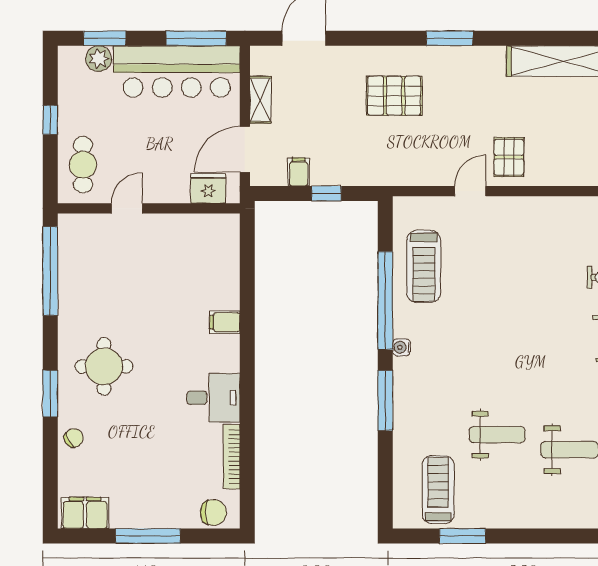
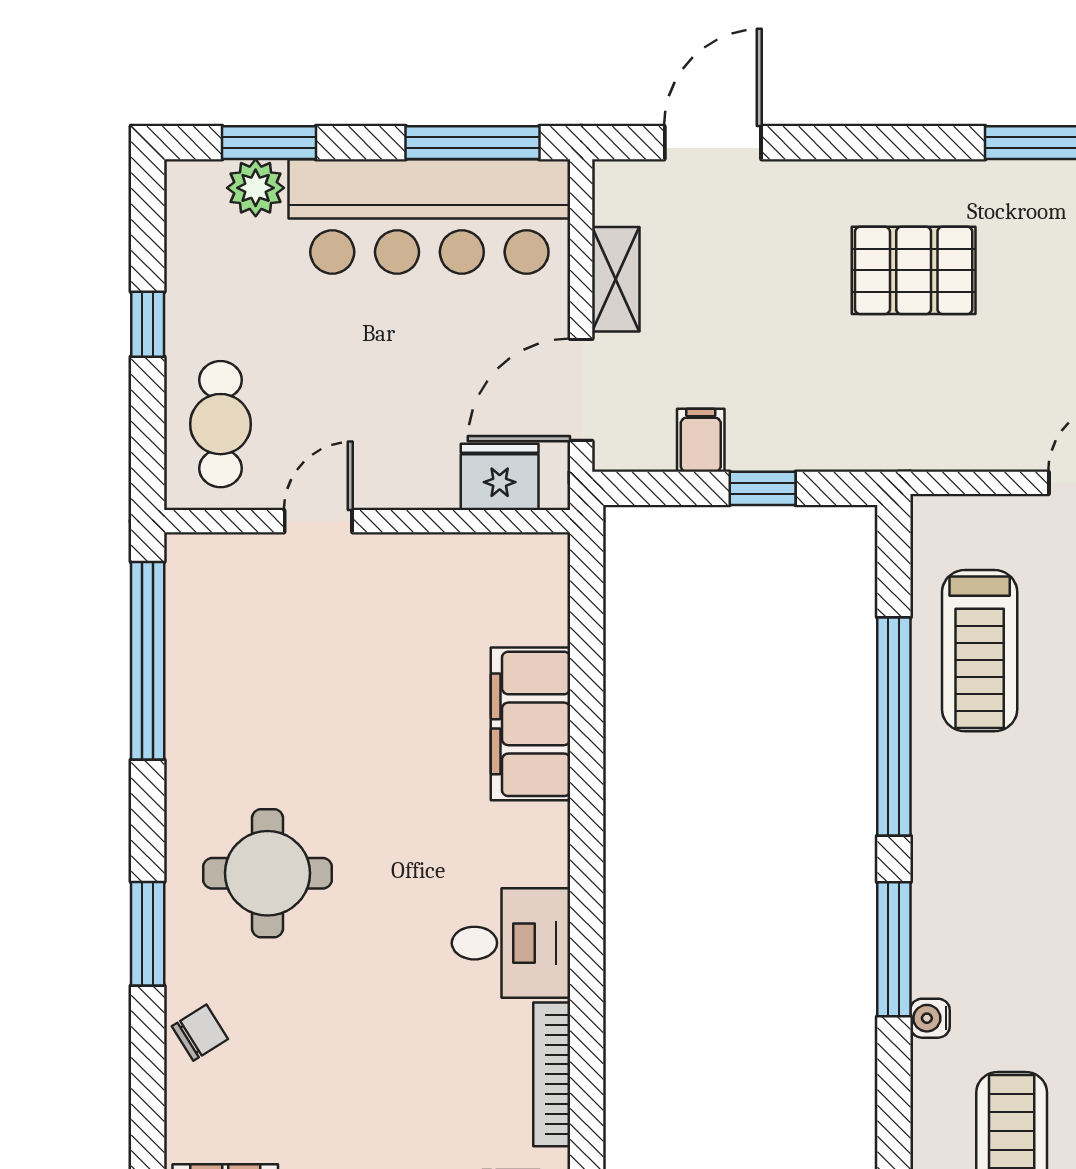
filing cabinet: (225, 322) -> (531, 724), width x3.00, depth x1.17
water cooler: (401, 347) -> (930, 1018), moved

